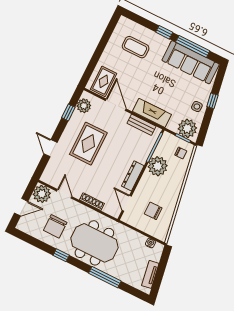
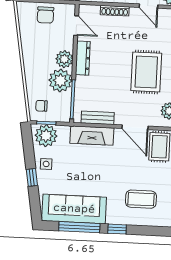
plant: (147, 181) -> (64, 59), added
chair: (153, 211) -> (45, 15), moved, turned 90

